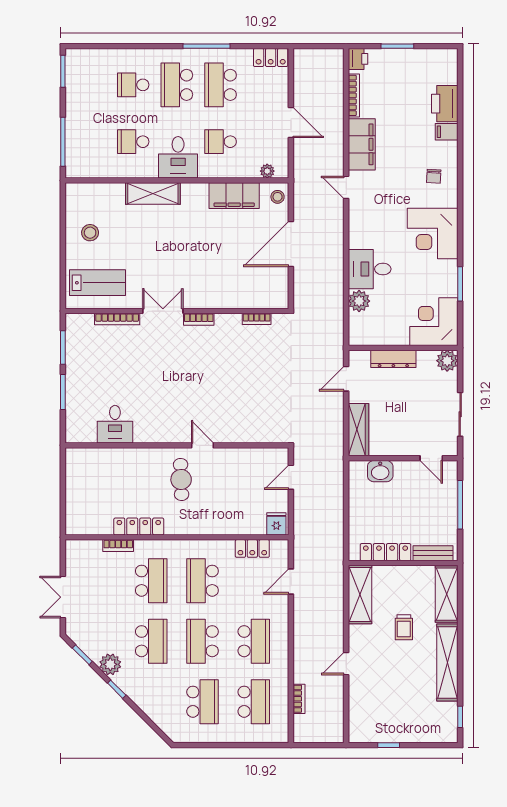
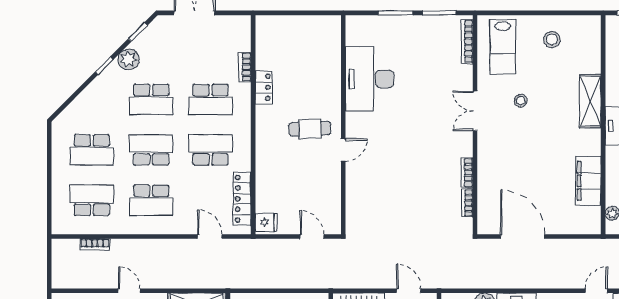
stool: (278, 197) -> (521, 101), moved
door: (291, 244) -> (523, 237), moved
double door: (163, 311) -> (475, 111), swing flipped
bookcase: (117, 319) -> (467, 41), moved
bookcase: (199, 319) -> (467, 173), moved
desk: (115, 424) -> (370, 79), width x1.87, depth x1.30
locker: (139, 526) -> (264, 87), width x0.66
locker: (252, 548) -> (242, 199), width x1.53
school desk: (254, 702) -> (92, 200), turned 180

